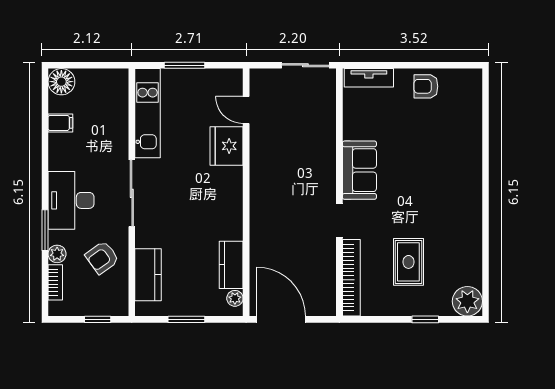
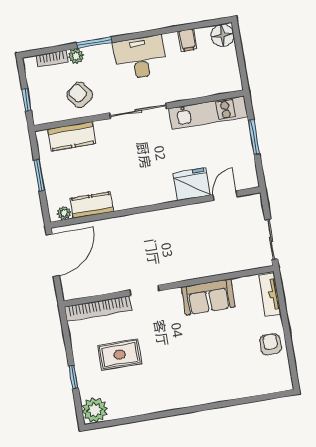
sofa: (359, 170) -> (208, 297), moved
desk: (71, 200) -> (140, 58), moved

